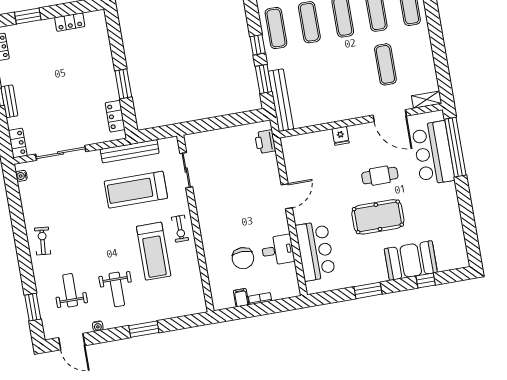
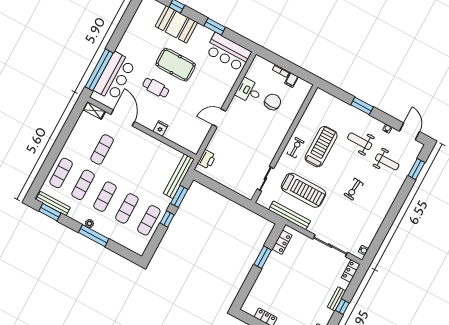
exercise bike: (43, 241) -> (354, 189), moved
bar counter: (315, 251) -> (228, 52), moved, turned -90
weight bench: (117, 289) -> (360, 141), turned -90
weight bench: (70, 290) -> (387, 162), turned -90

